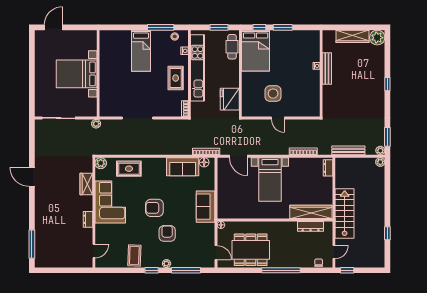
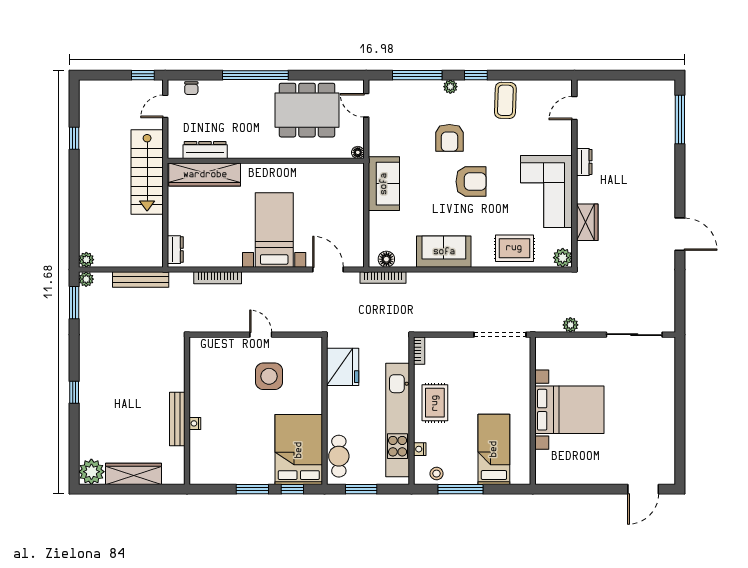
wall: (98, 73) -> (533, 411), moved
bed with nightstands: (77, 74) -> (569, 410), moved
sofa: (183, 167) -> (444, 252), moved

